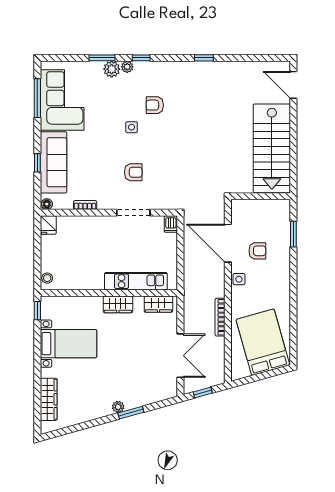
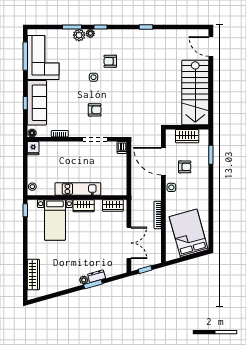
wardrobe: (261, 208) -> (187, 136), added
kitchen unit: (136, 281) -> (78, 189), moved
bed with nightstands: (69, 344) -> (55, 220), moved, turned 90
dresser: (136, 402) -> (97, 276), added

